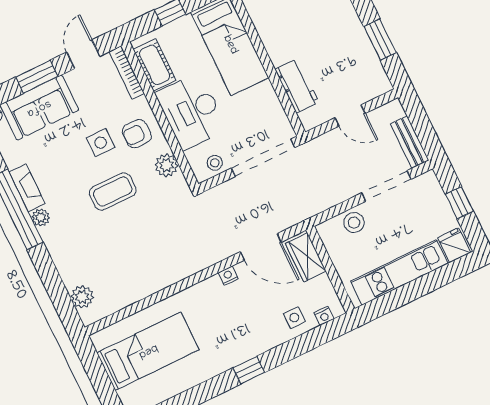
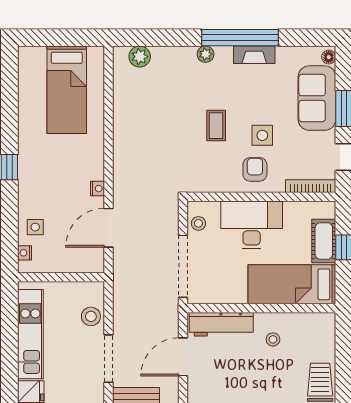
stool: (291, 37) -> (273, 339), added
cot: (154, 65) -> (324, 241), moved, turned 90
workbench: (297, 86) -> (221, 324), width x1.37
door: (350, 116) -> (183, 357), width x1.38
plant: (166, 165) -> (216, 182), removed
coffee table: (113, 191) -> (216, 126), width x0.73, depth x0.77
plant: (41, 217) -> (206, 54), moved
wardrobe: (306, 257) -> (81, 261), removed

